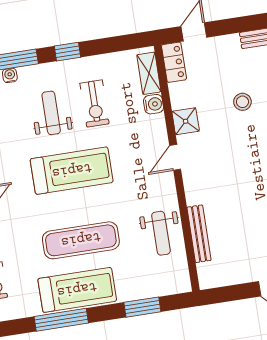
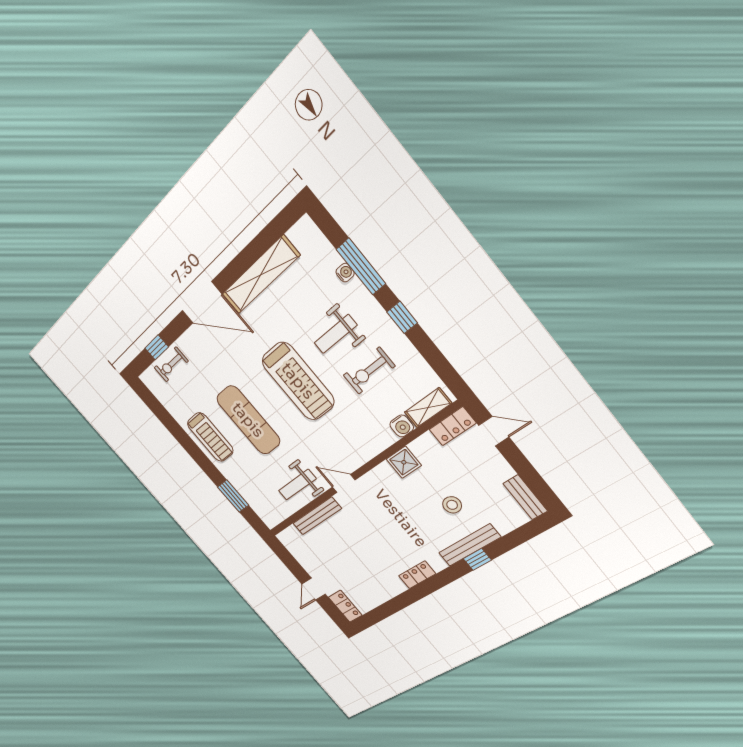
weight bench: (51, 113) -> (336, 334), turned 180
door: (175, 157) -> (344, 483), moved
treadmill: (77, 290) -> (210, 437), width x0.73, depth x0.73
window: (61, 320) -> (181, 436), removed

